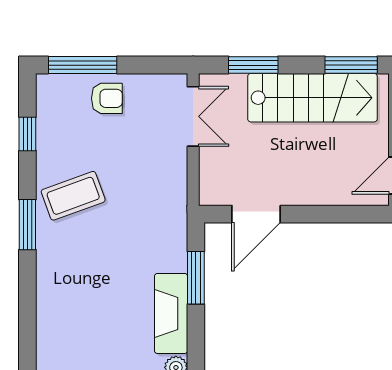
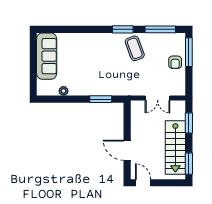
double door: (193, 116) -> (158, 98), moved
window: (27, 134) -> (160, 29), width x2.17
door: (256, 214) -> (127, 150), moved
fireplace: (171, 313) -> (86, 89), removed

